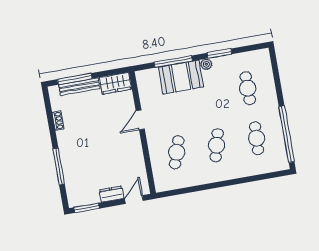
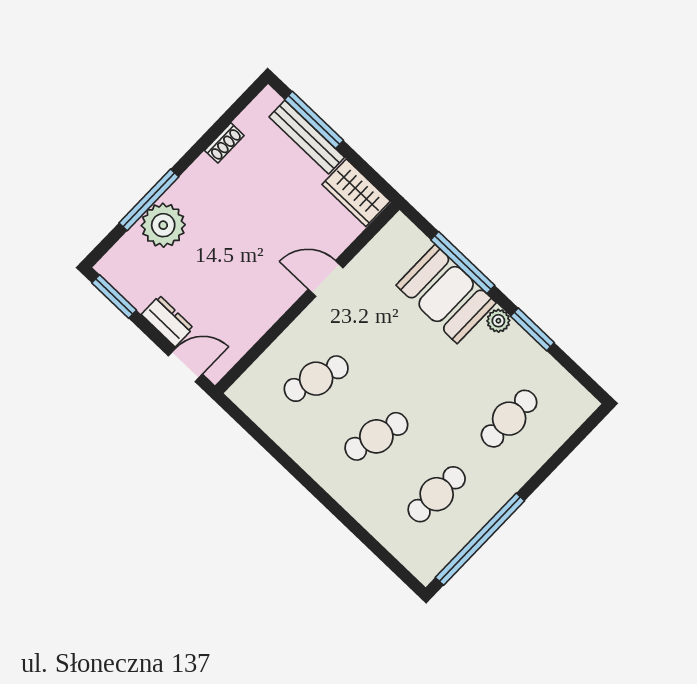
plant: (73, 168) -> (163, 225), added

